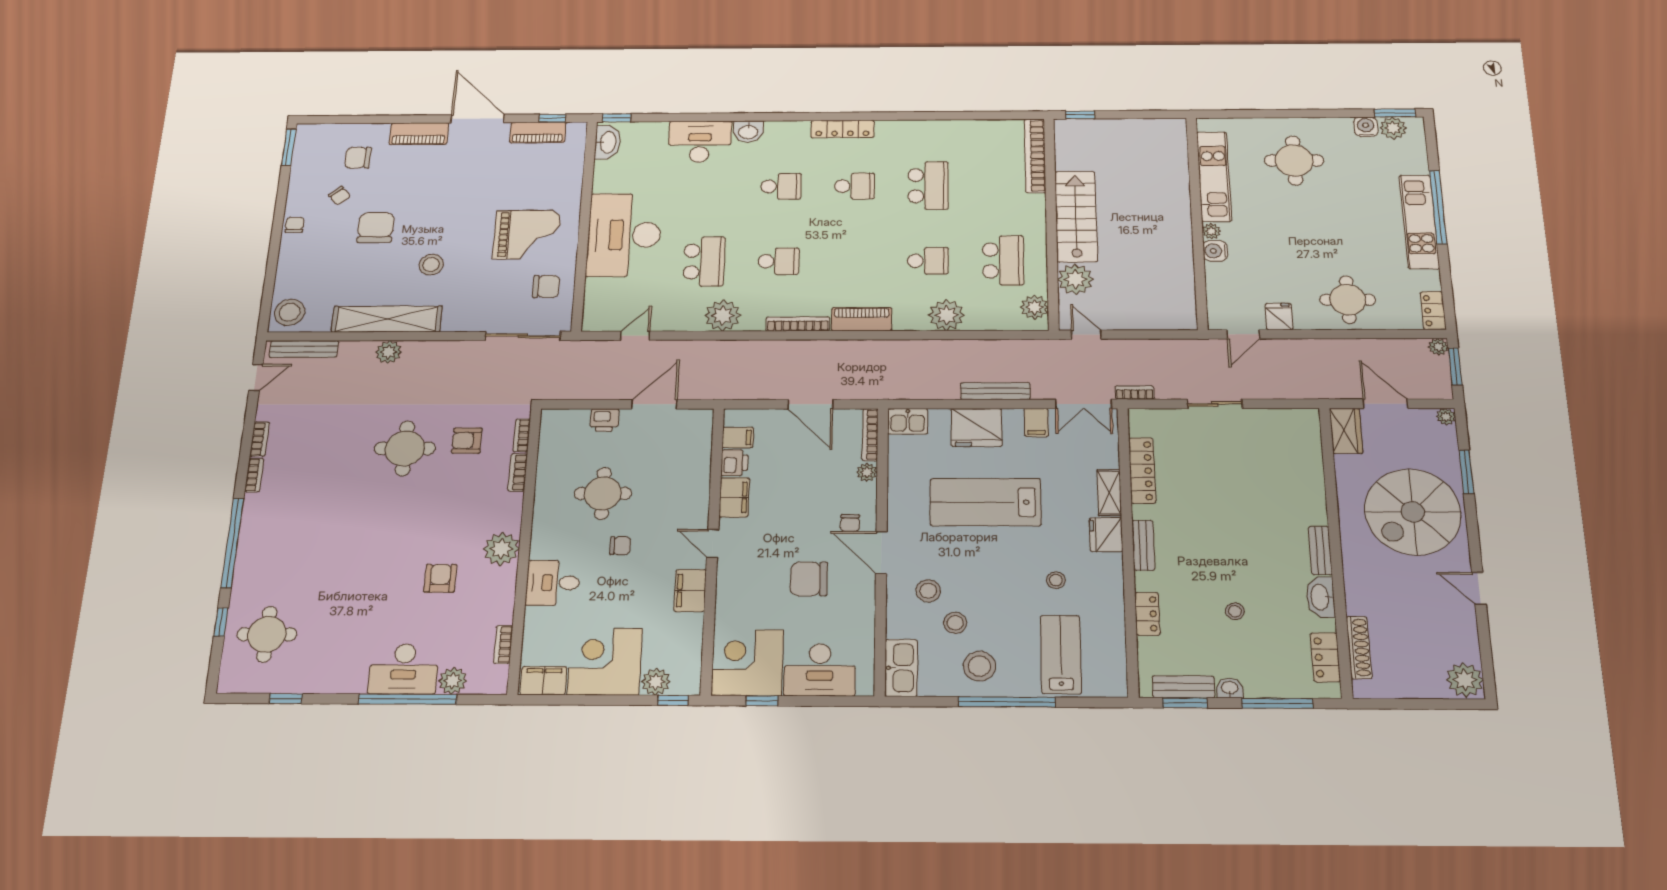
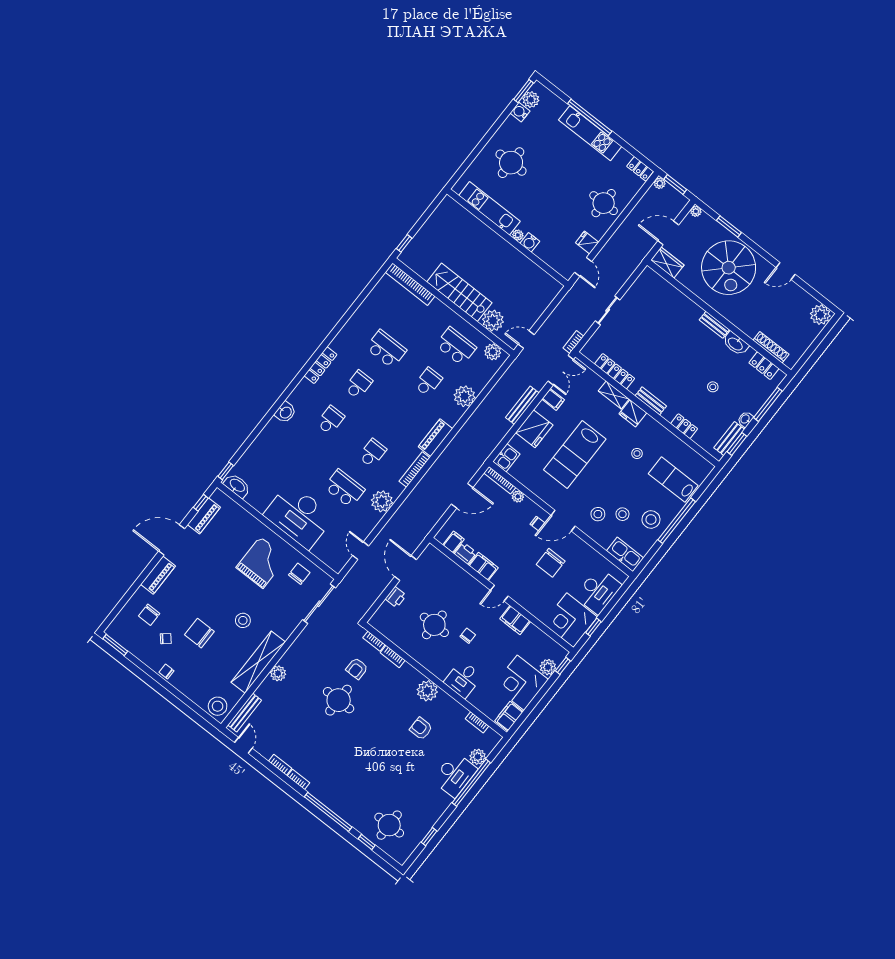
desk: (700, 142) -> (273, 440), removed

